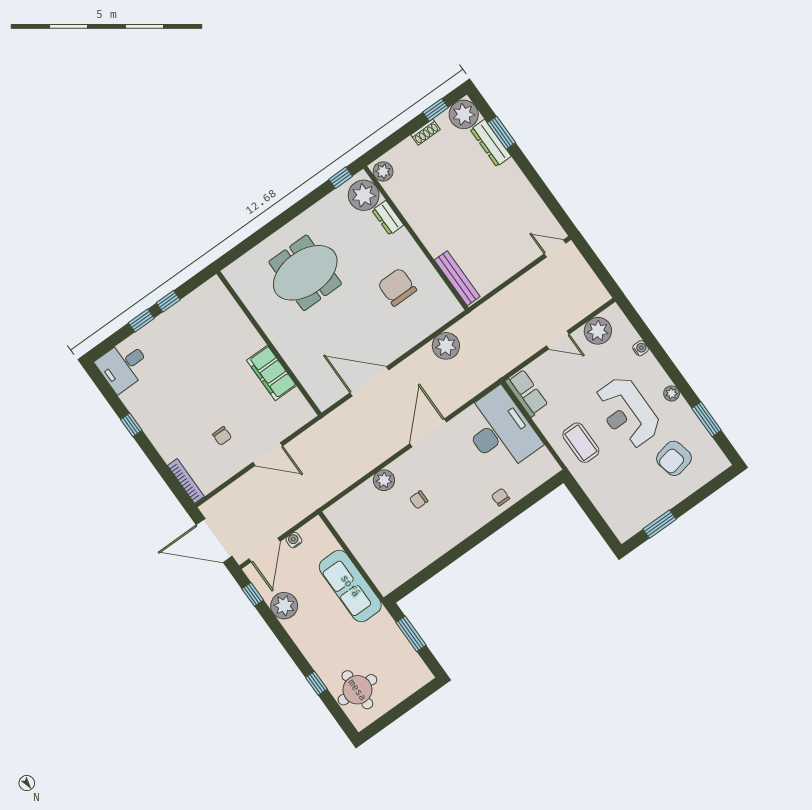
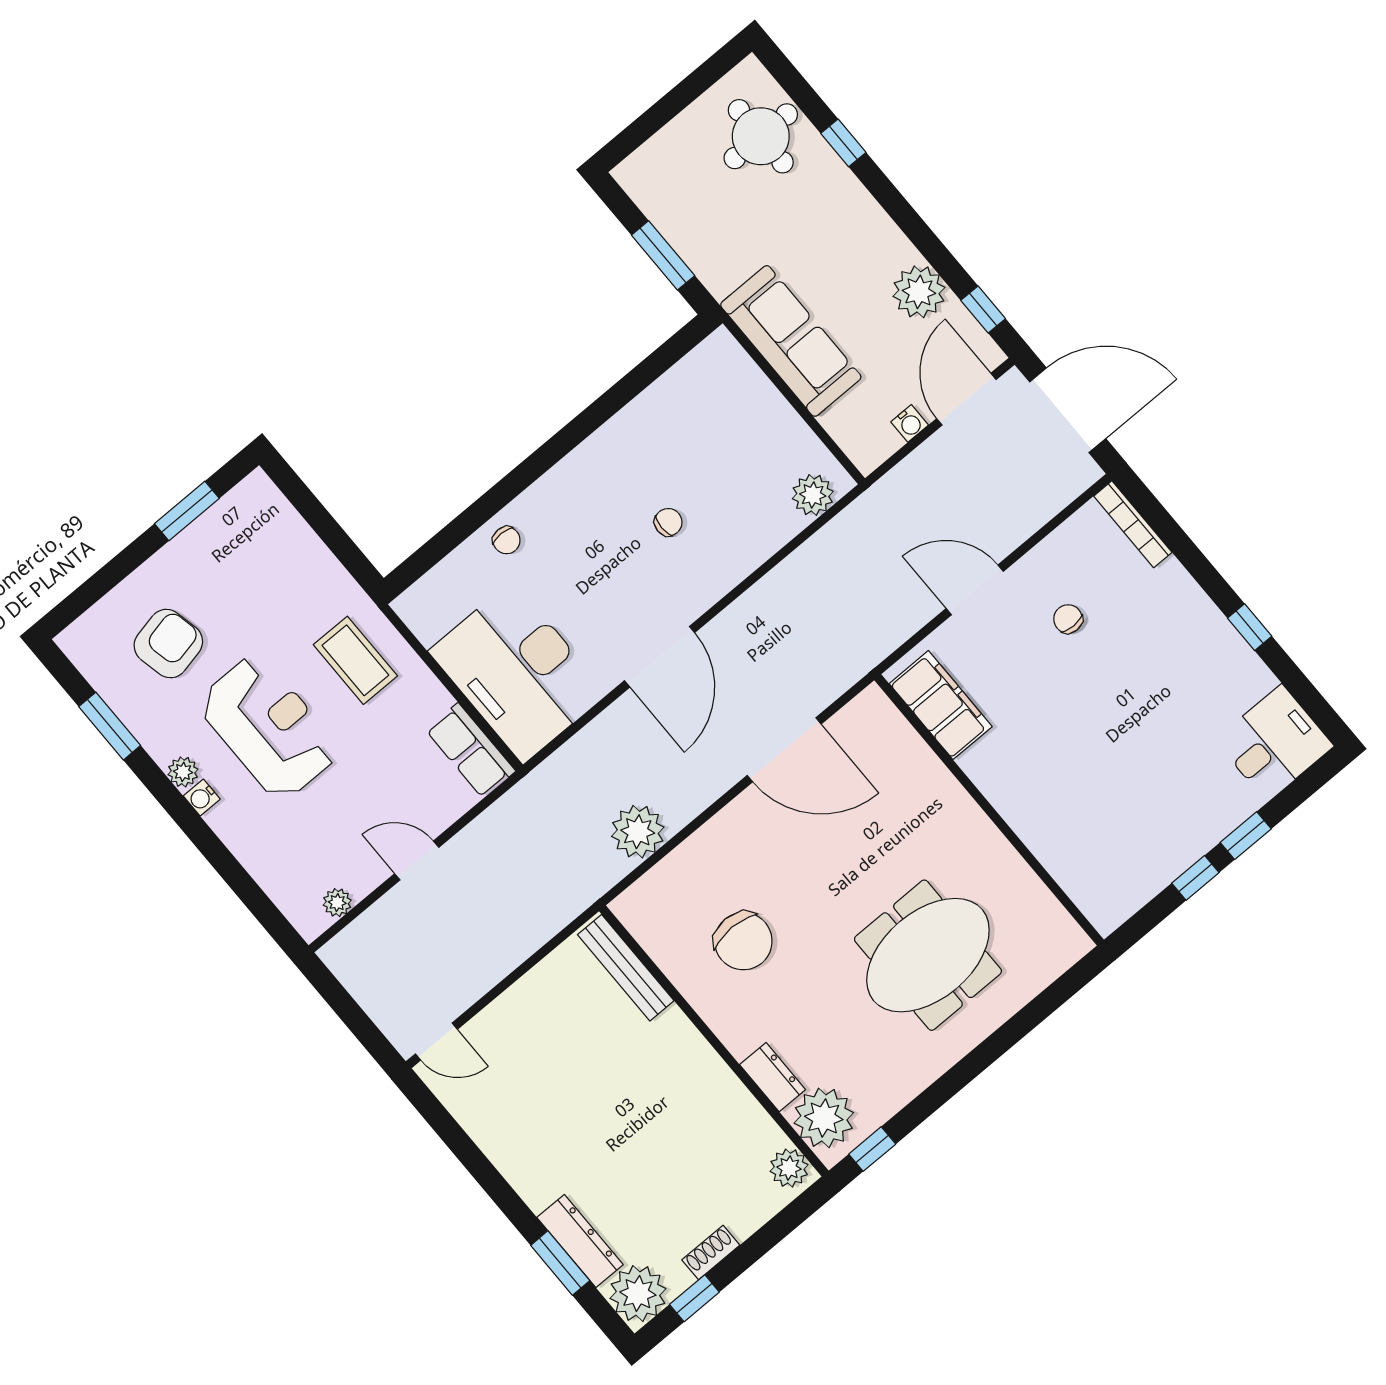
plant: (598, 331) -> (337, 903), width x0.53, depth x0.53
water cooler: (641, 348) -> (202, 797), moved
filing cabinet: (271, 373) -> (941, 705), moved
plant: (384, 480) -> (813, 495), moved

